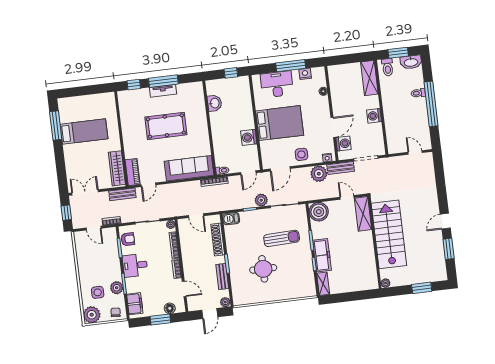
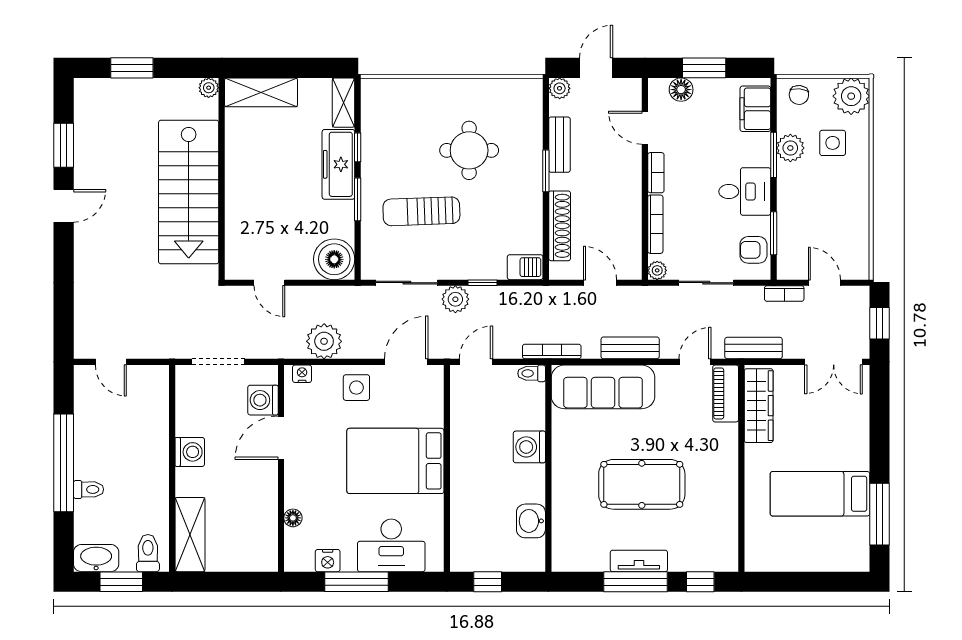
washing machine: (249, 137) -> (529, 447), moved, turned 180
bench: (341, 168) -> (630, 348), moved
shelving: (363, 214) -> (261, 92), moved, turned 90

